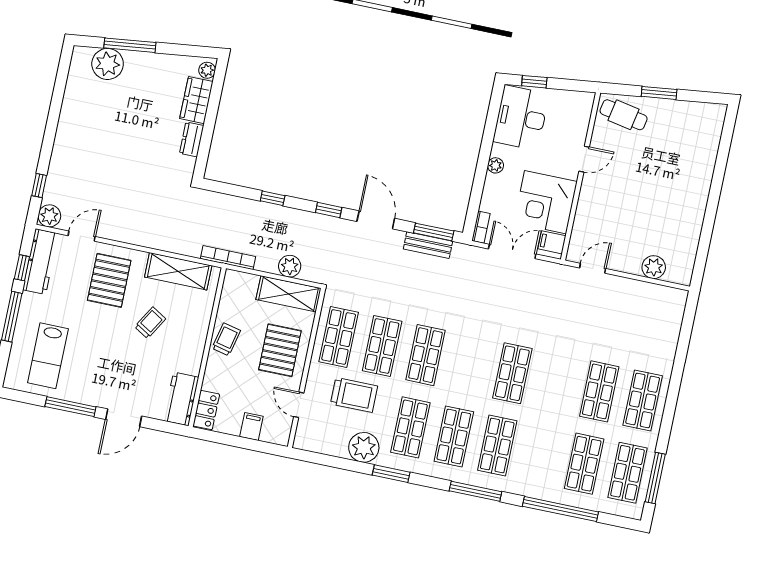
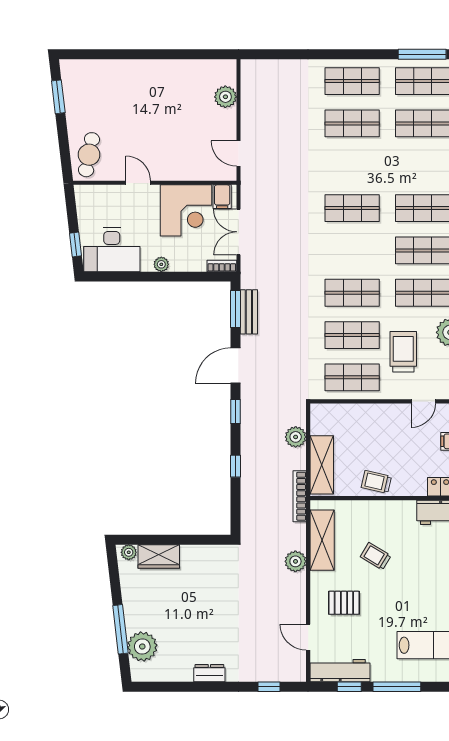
window: (659, 93) -> (58, 97), moved
dresser: (192, 139) -> (209, 673), moved, turned 180
plant: (49, 216) -> (295, 561), moved
pallet: (109, 280) -> (344, 603), width x0.67, depth x0.71
shelving: (289, 294) -> (322, 465), moved
pallet: (280, 350) -> (376, 430), removed

